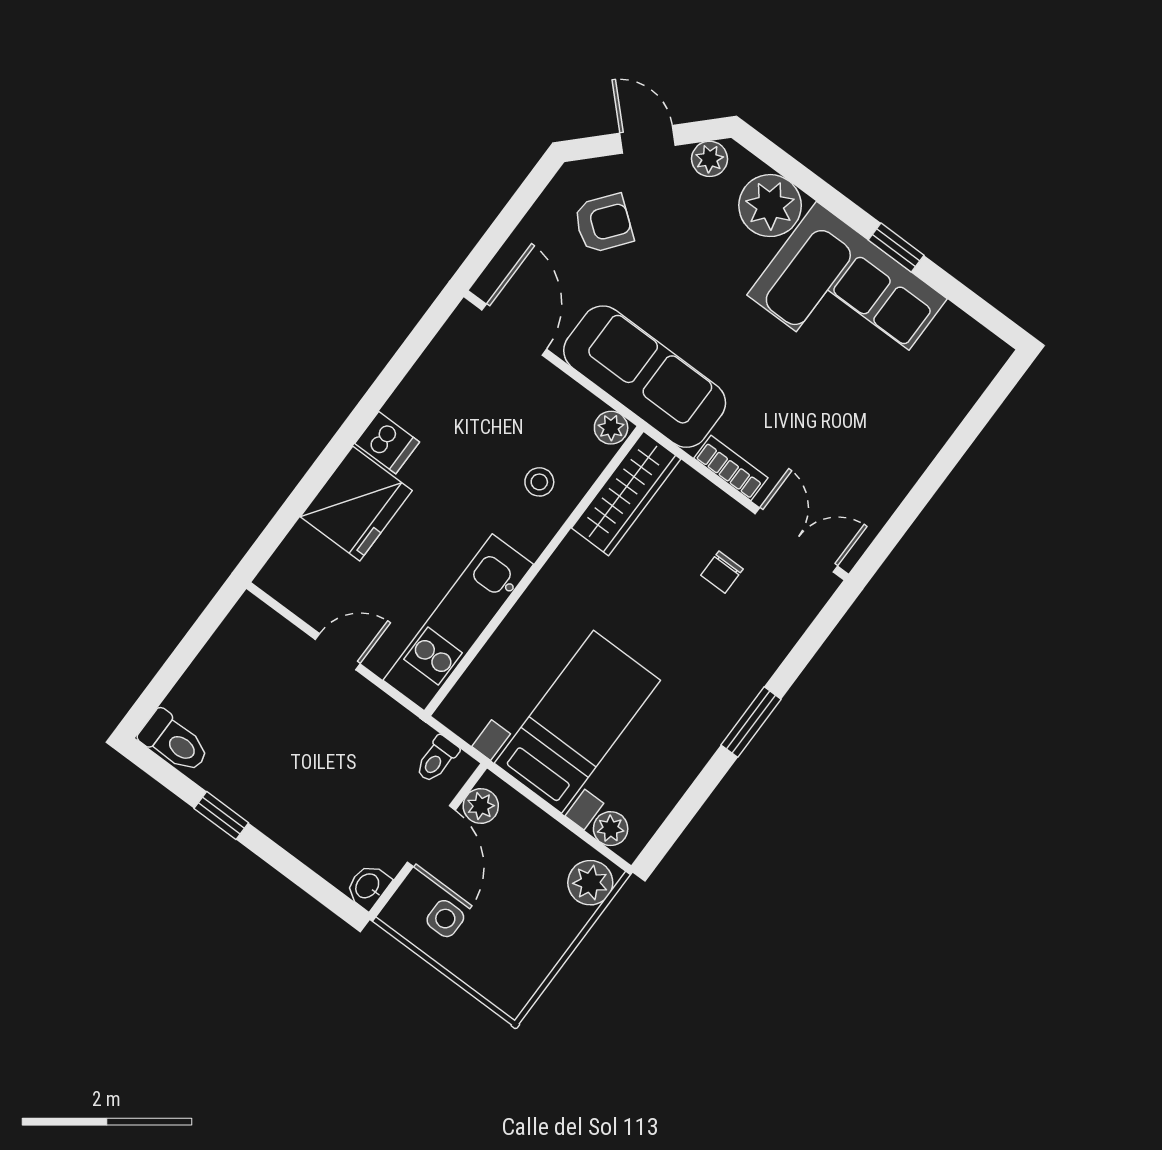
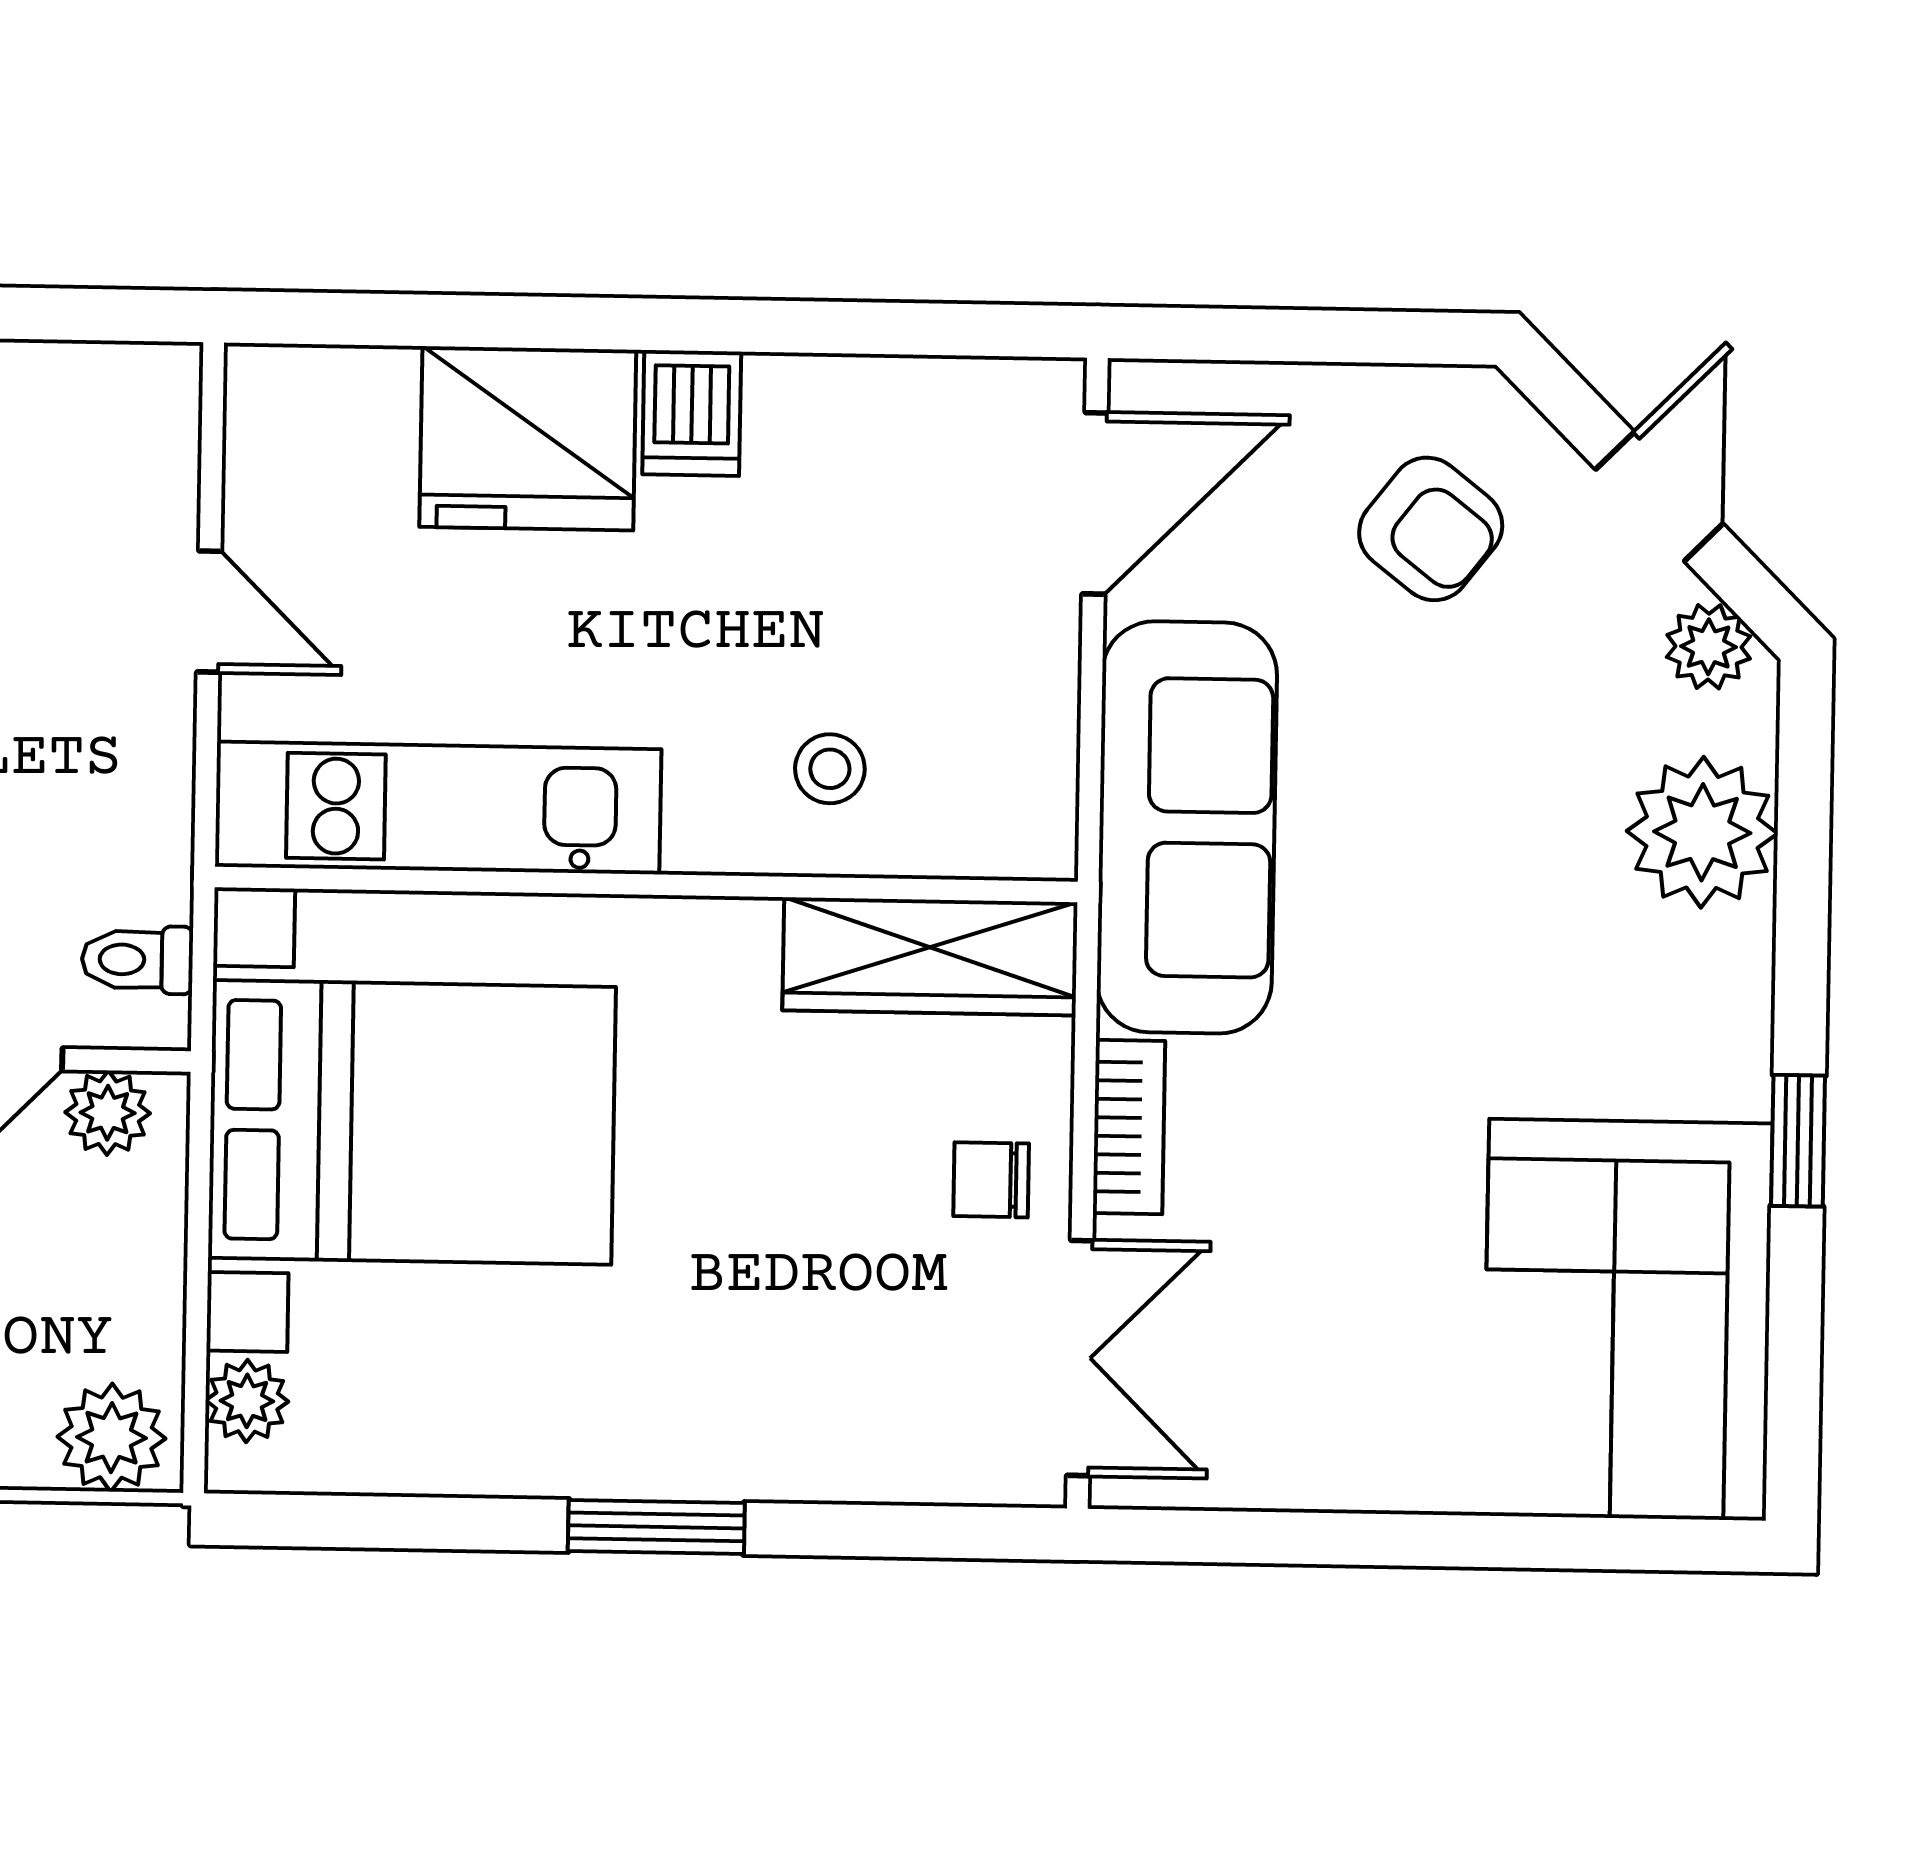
corner sofa: (847, 297) -> (1627, 1320), moved
plant: (611, 428) -> (1039, 833), removed
chair: (722, 572) -> (991, 1180), moved
bed with nightstands: (577, 722) -> (412, 1122), width x1.36

